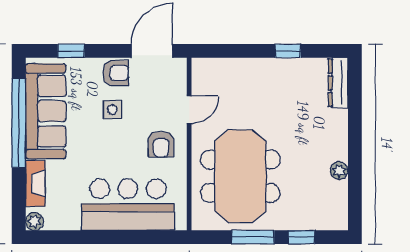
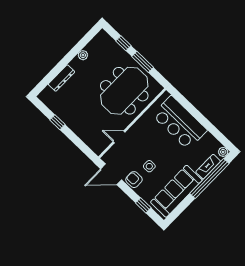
dresser: (338, 83) -> (62, 78), moved
window: (19, 123) -> (209, 179), moved
armchair: (161, 144) -> (143, 134), removed

